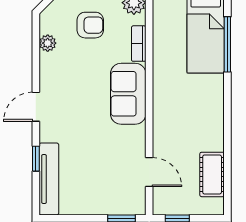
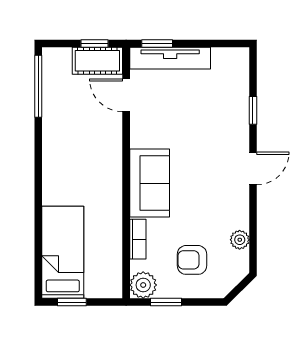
window: (227, 44) -> (38, 86), moved
cot: (212, 174) -> (97, 61), moved, turned 90
tv unit: (49, 179) -> (170, 58), moved, turned -90

